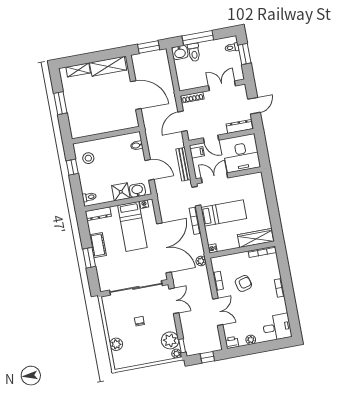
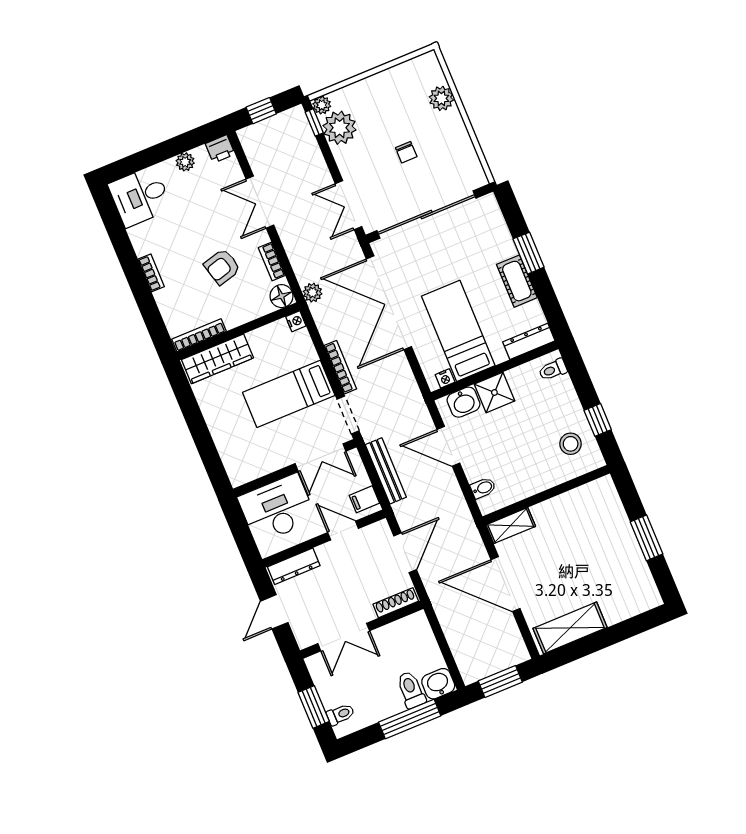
shelving: (78, 70) -> (511, 526), moved
floor lamp: (217, 263) -> (282, 296), added

